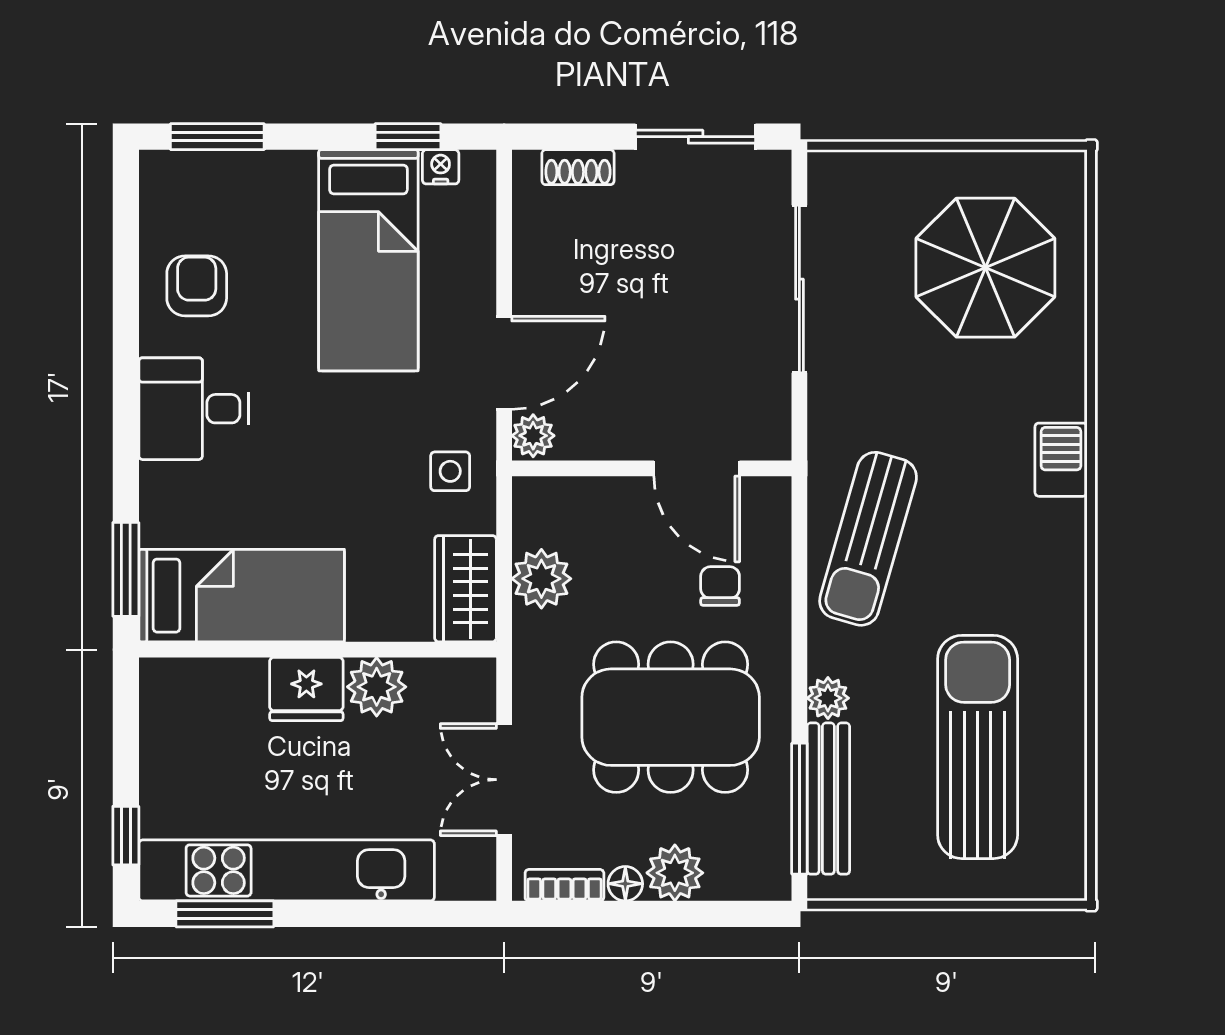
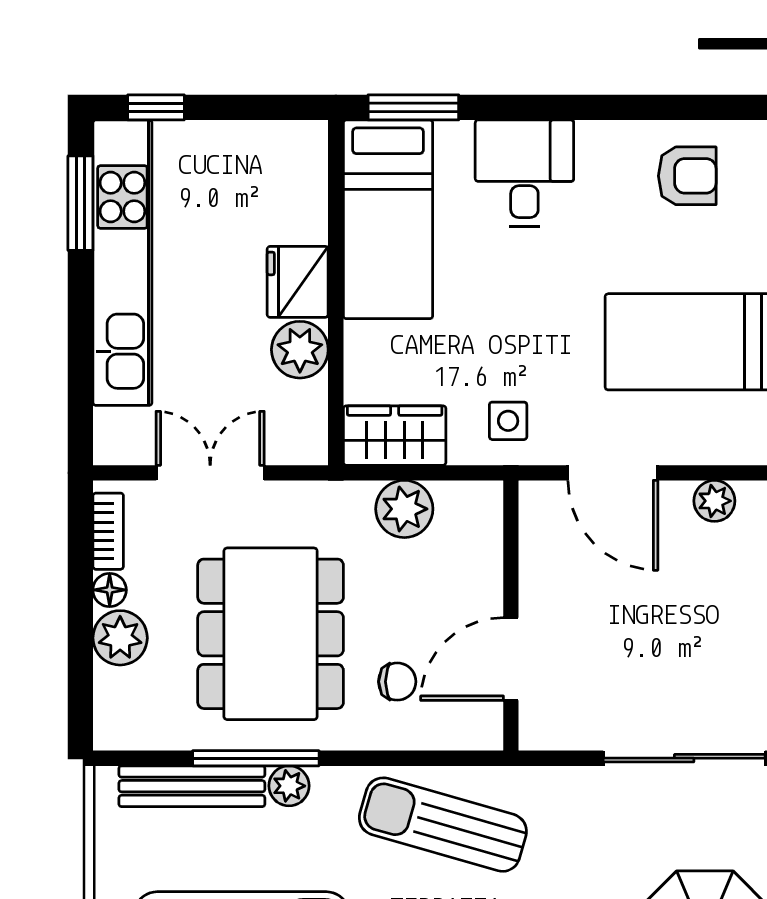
desk: (194, 409) -> (524, 173), moved
plant: (533, 436) -> (714, 501), moved
window: (799, 809) -> (256, 758), moved

